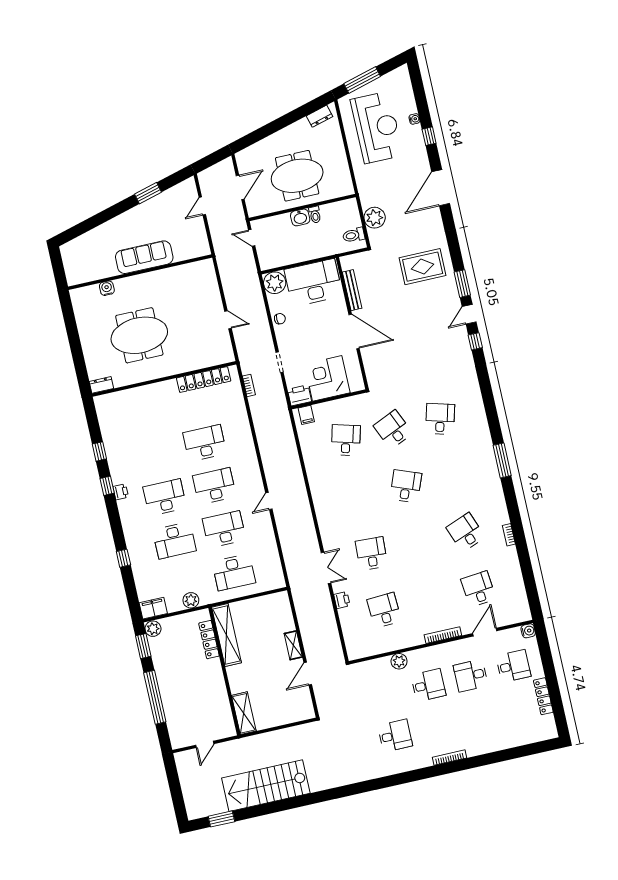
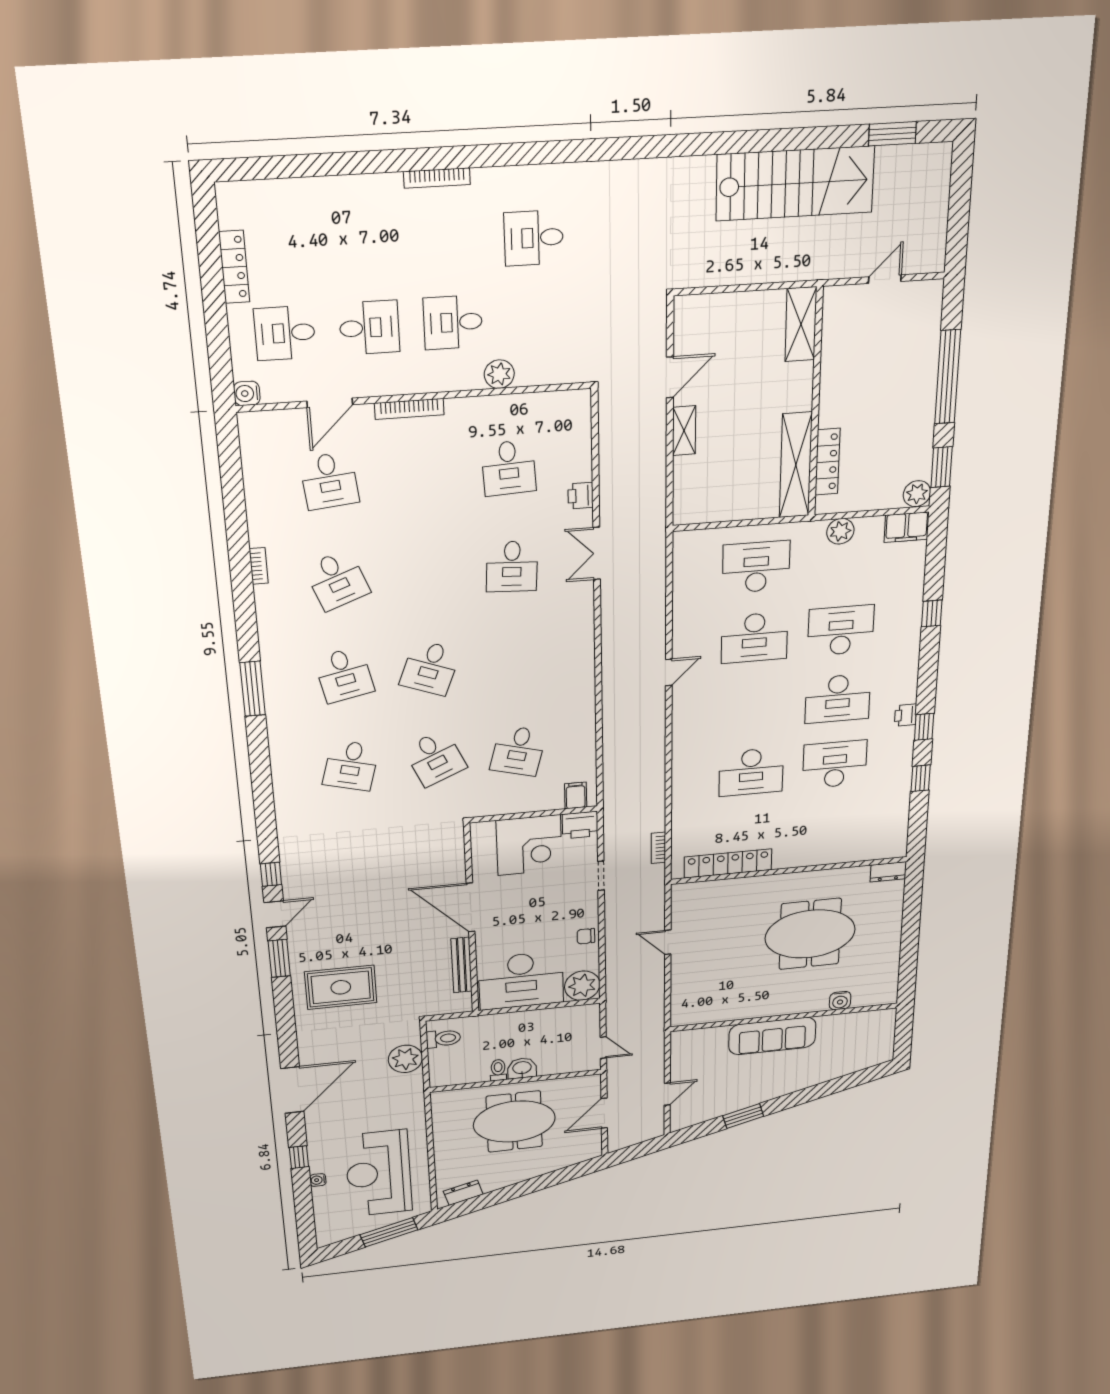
desk: (453, 476) -> (344, 675), added
desk: (214, 486) -> (835, 764), moved, turned 180

